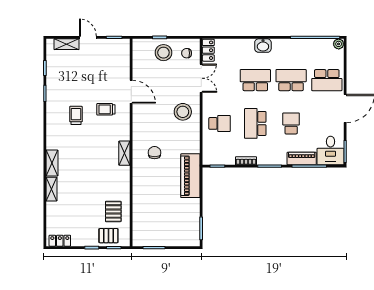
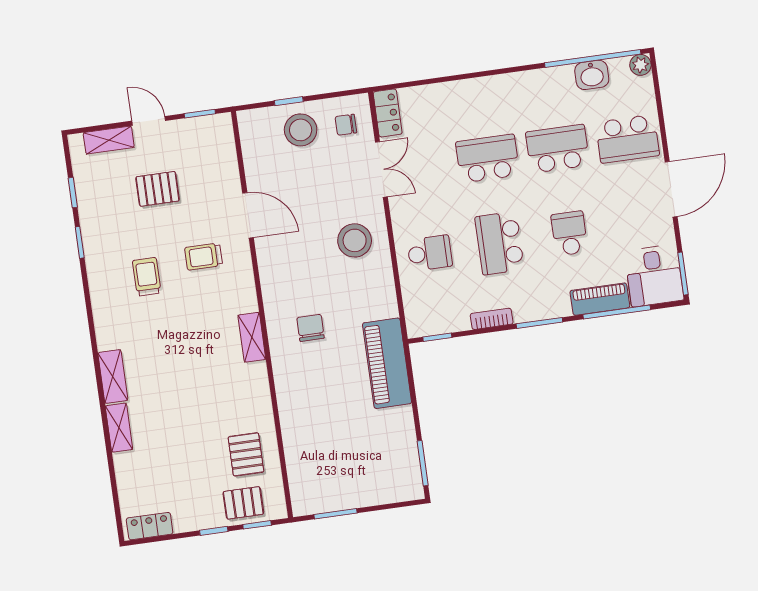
washbasin: (263, 46) -> (592, 75), moved
pallet: (88, 72) -> (158, 189), added

